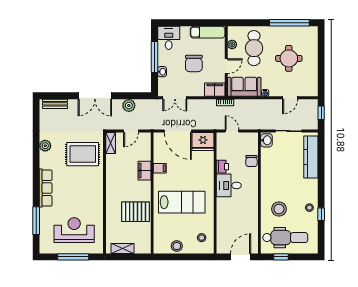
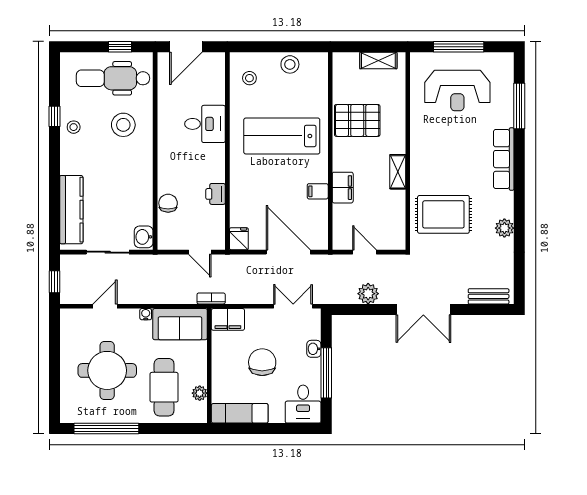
round table: (289, 58) -> (107, 370), width x1.36, depth x1.36
door: (226, 66) -> (209, 358), removed
double door: (95, 96) -> (423, 310), swing flipped
door: (131, 131) -> (365, 252), hinge flipped
fridge: (203, 141) -> (239, 239), width x0.53, depth x0.75
shelving: (111, 143) -> (398, 172), moved
desk: (229, 185) -> (205, 124), moved

